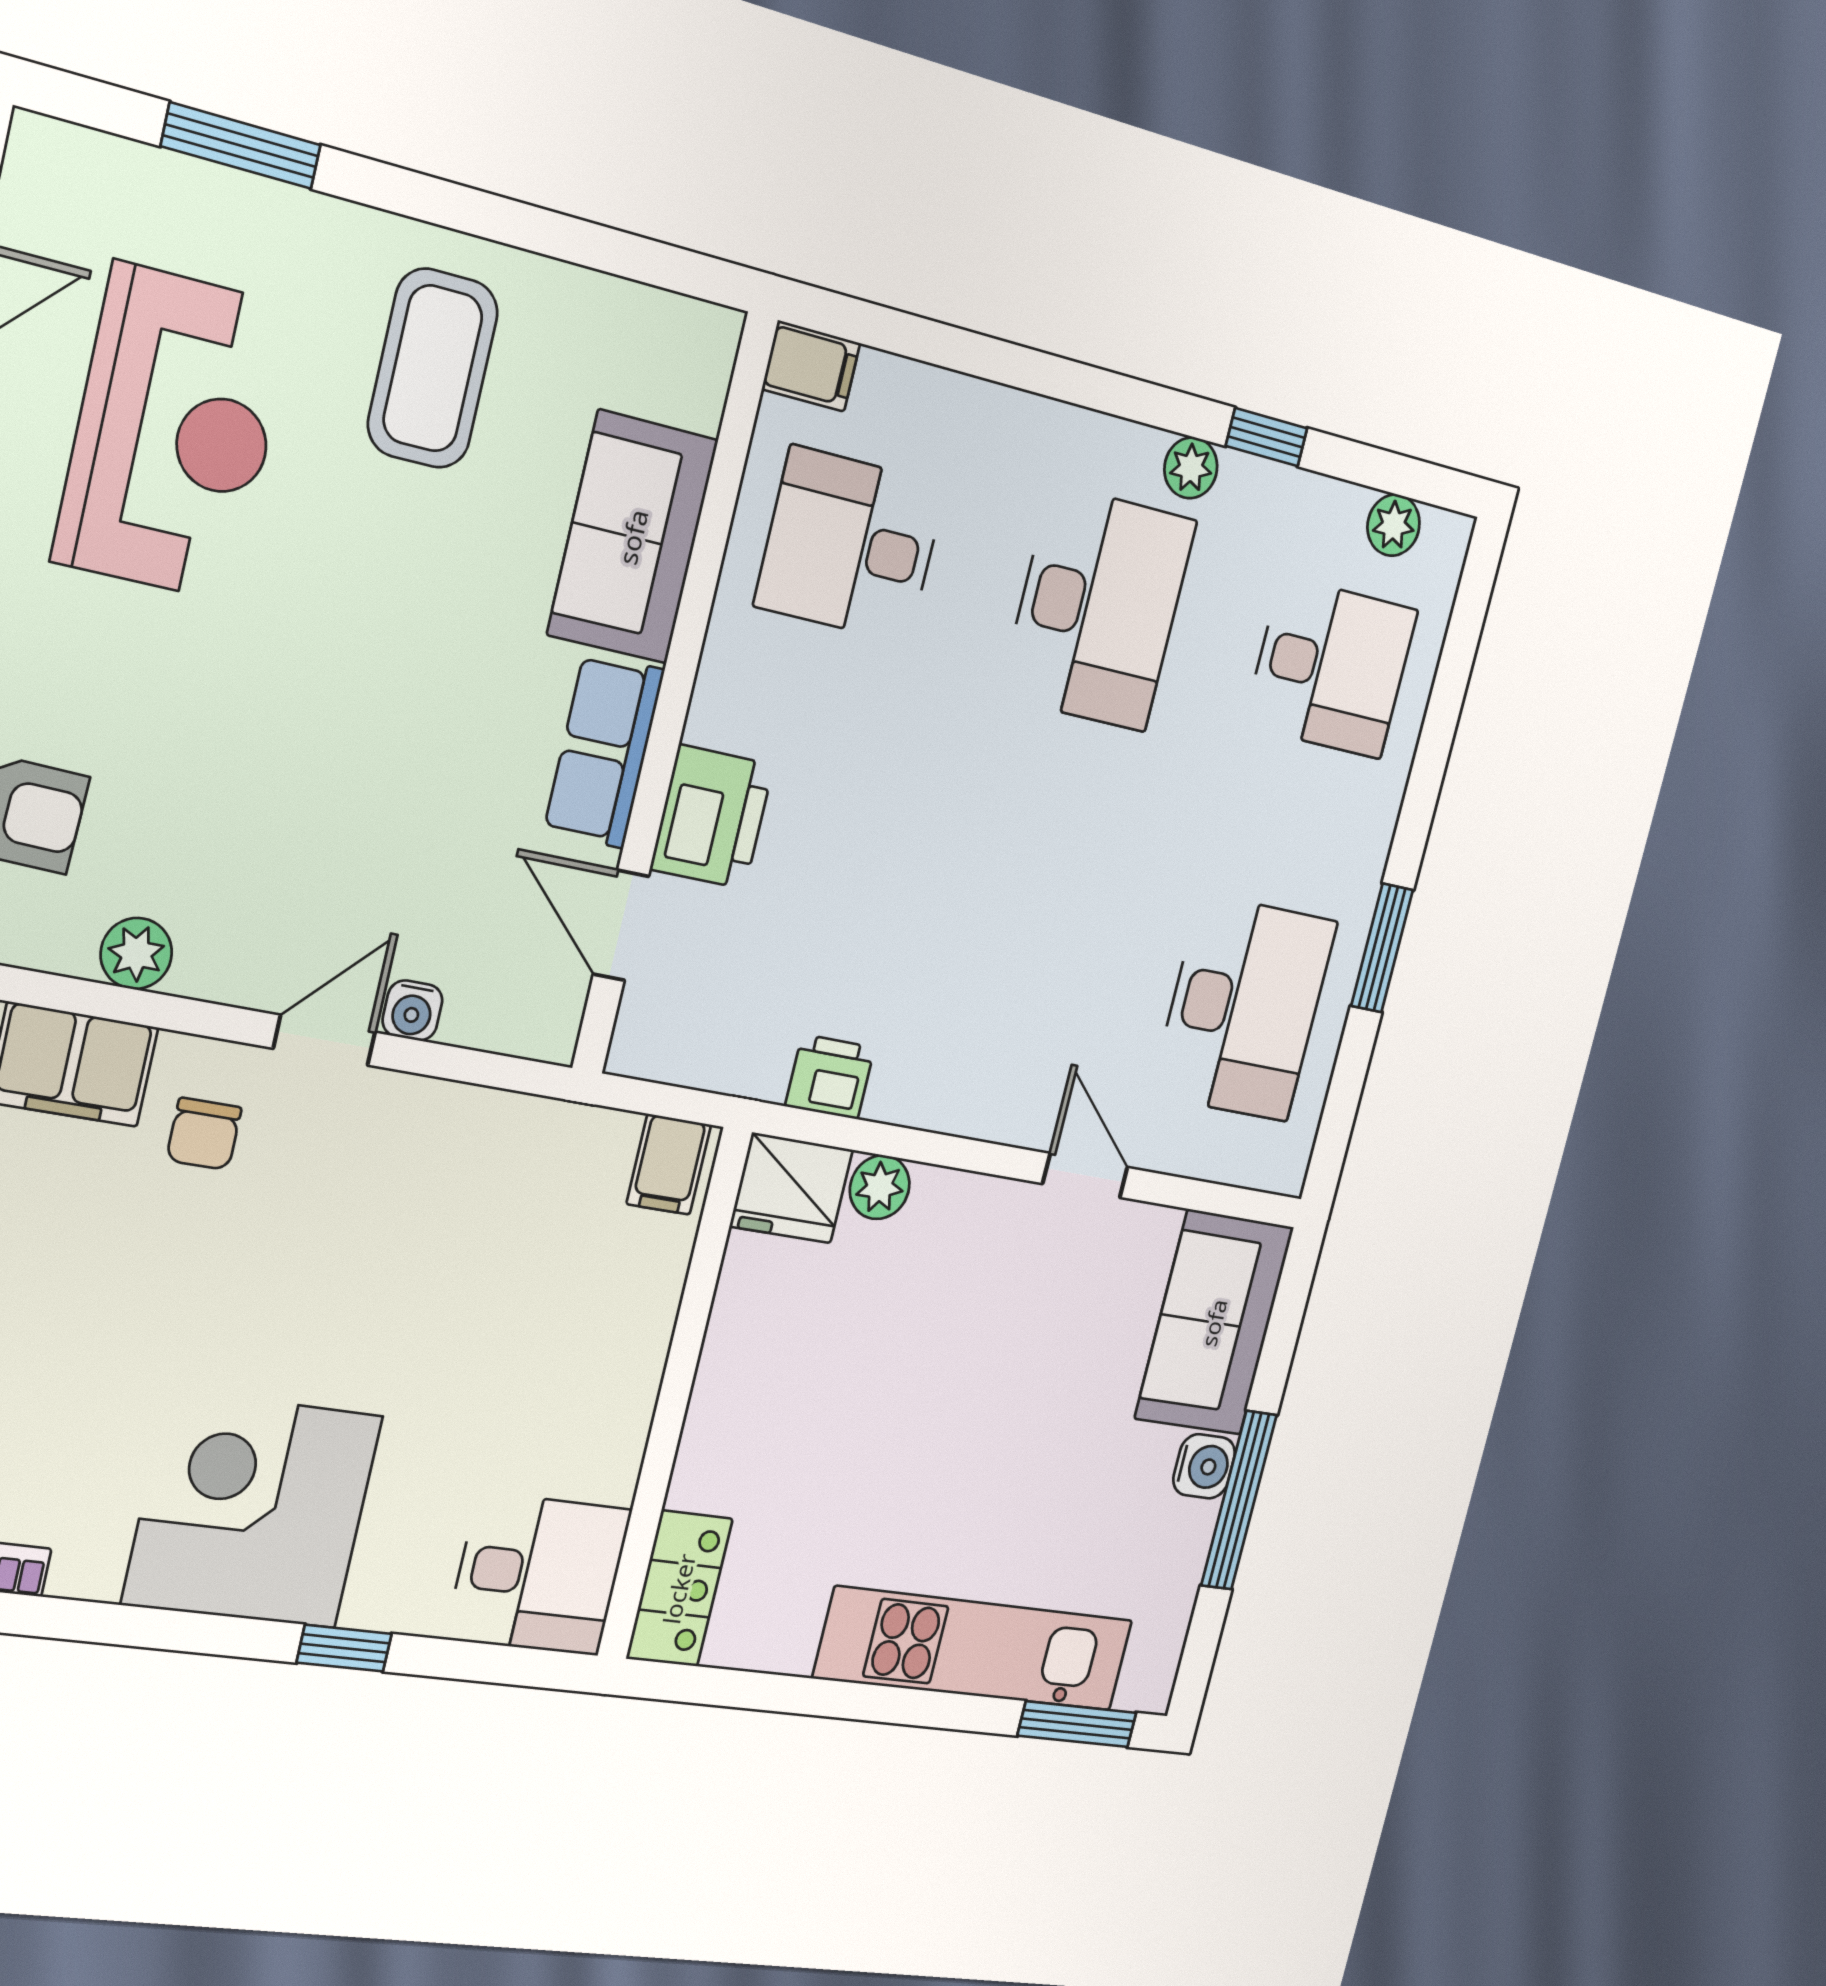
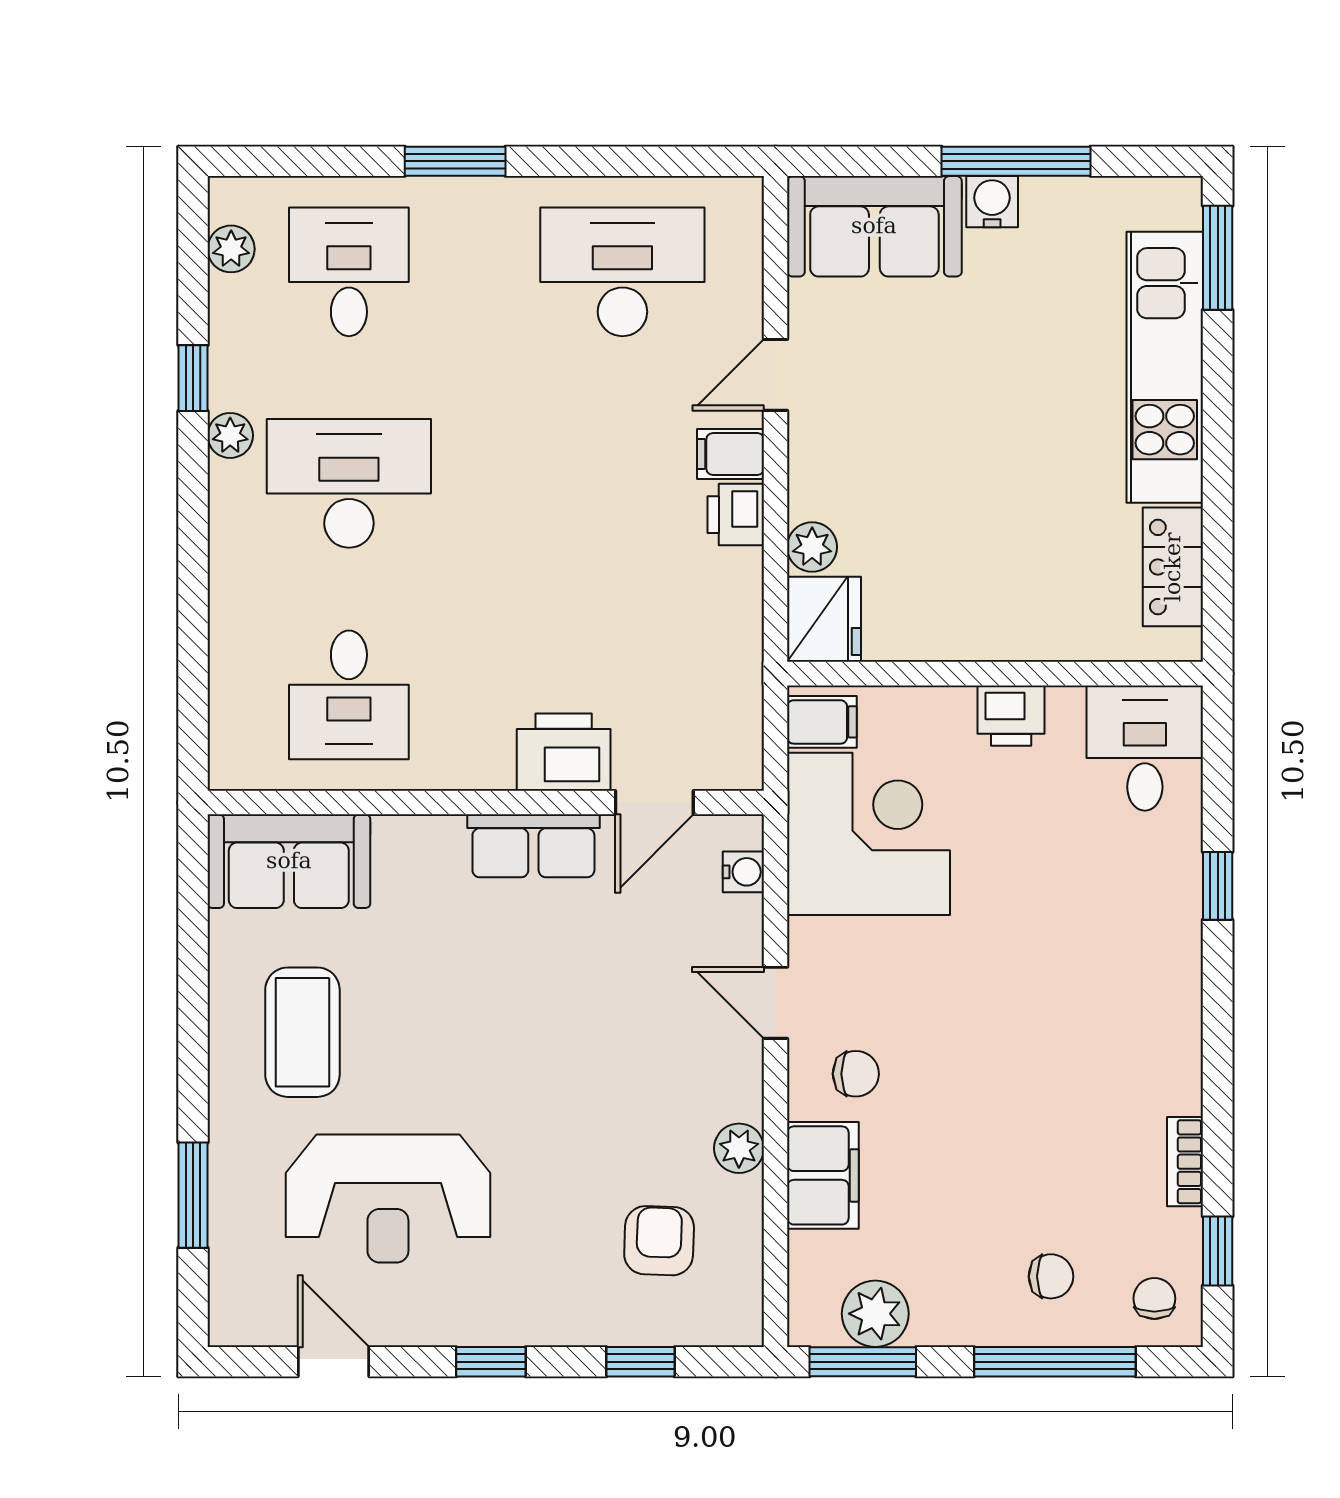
filing cabinet: (811, 366) -> (730, 454), moved, turned -90
coffee table: (433, 368) -> (302, 1032), turned 90
reception desk: (174, 434) -> (388, 1199), turned 180
sofa: (633, 537) -> (289, 861), moved
window: (1382, 948) -> (455, 161), moved
water cooler: (412, 1010) -> (743, 872), moved
printer: (830, 1077) -> (736, 515), moved
printer: (619, 1409) -> (1011, 716), added
corner desk: (253, 1510) -> (869, 834), moved, turned 180
locker: (679, 1589) -> (1173, 567), moved, turned -90

